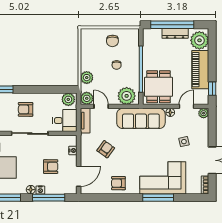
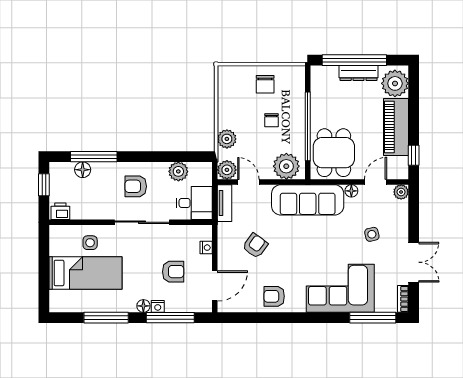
plant: (68, 99) -> (178, 171), moved
window: (158, 198) -> (373, 318), moved

